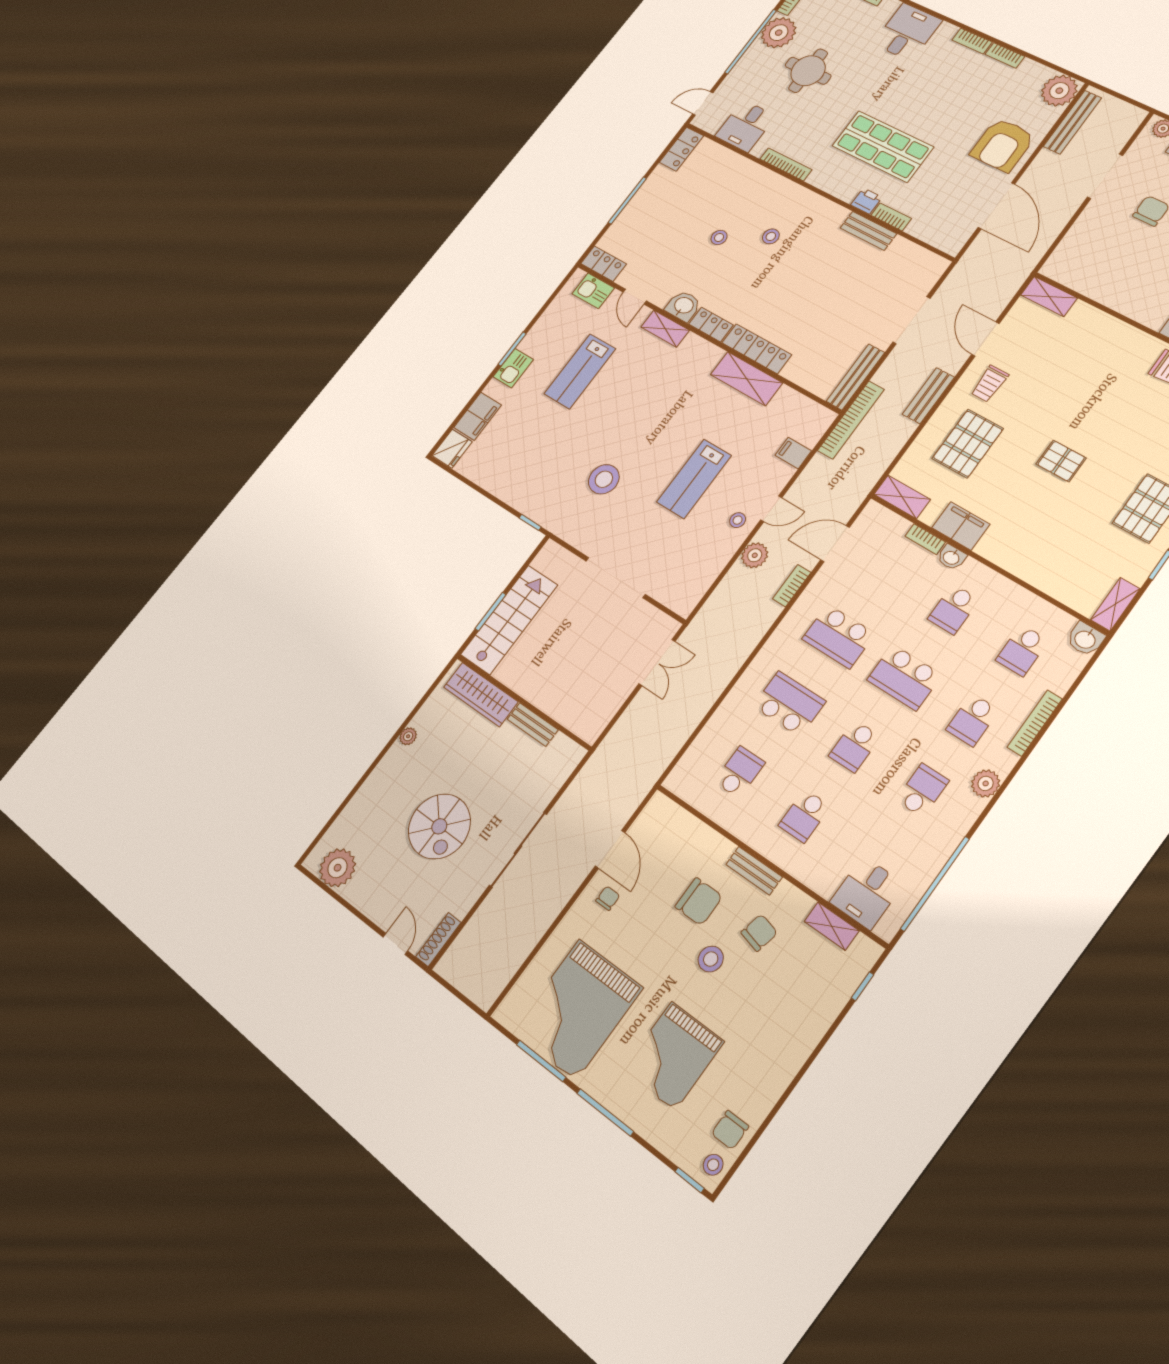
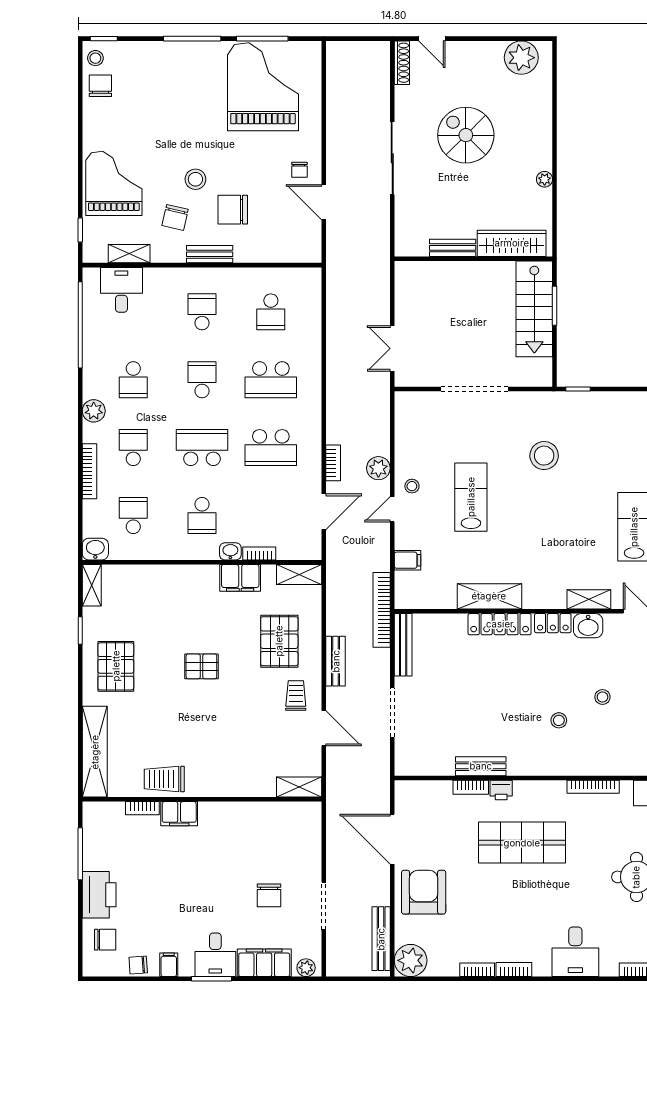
school desk: (953, 609) -> (202, 515), turned 180
school desk: (838, 636) -> (271, 448), turned 180
grand piano: (673, 1056) -> (114, 183), moved

